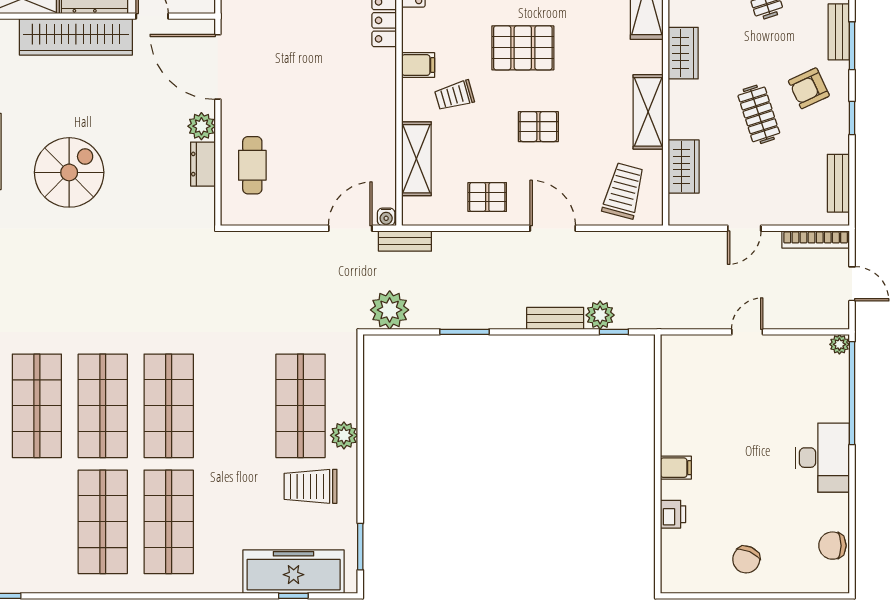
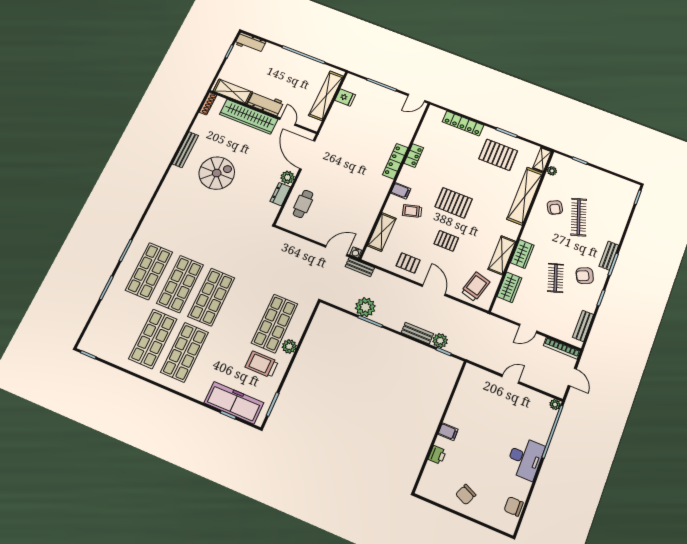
wardrobe: (683, 53) -> (522, 254), moved
plant: (390, 310) -> (365, 307), moved

